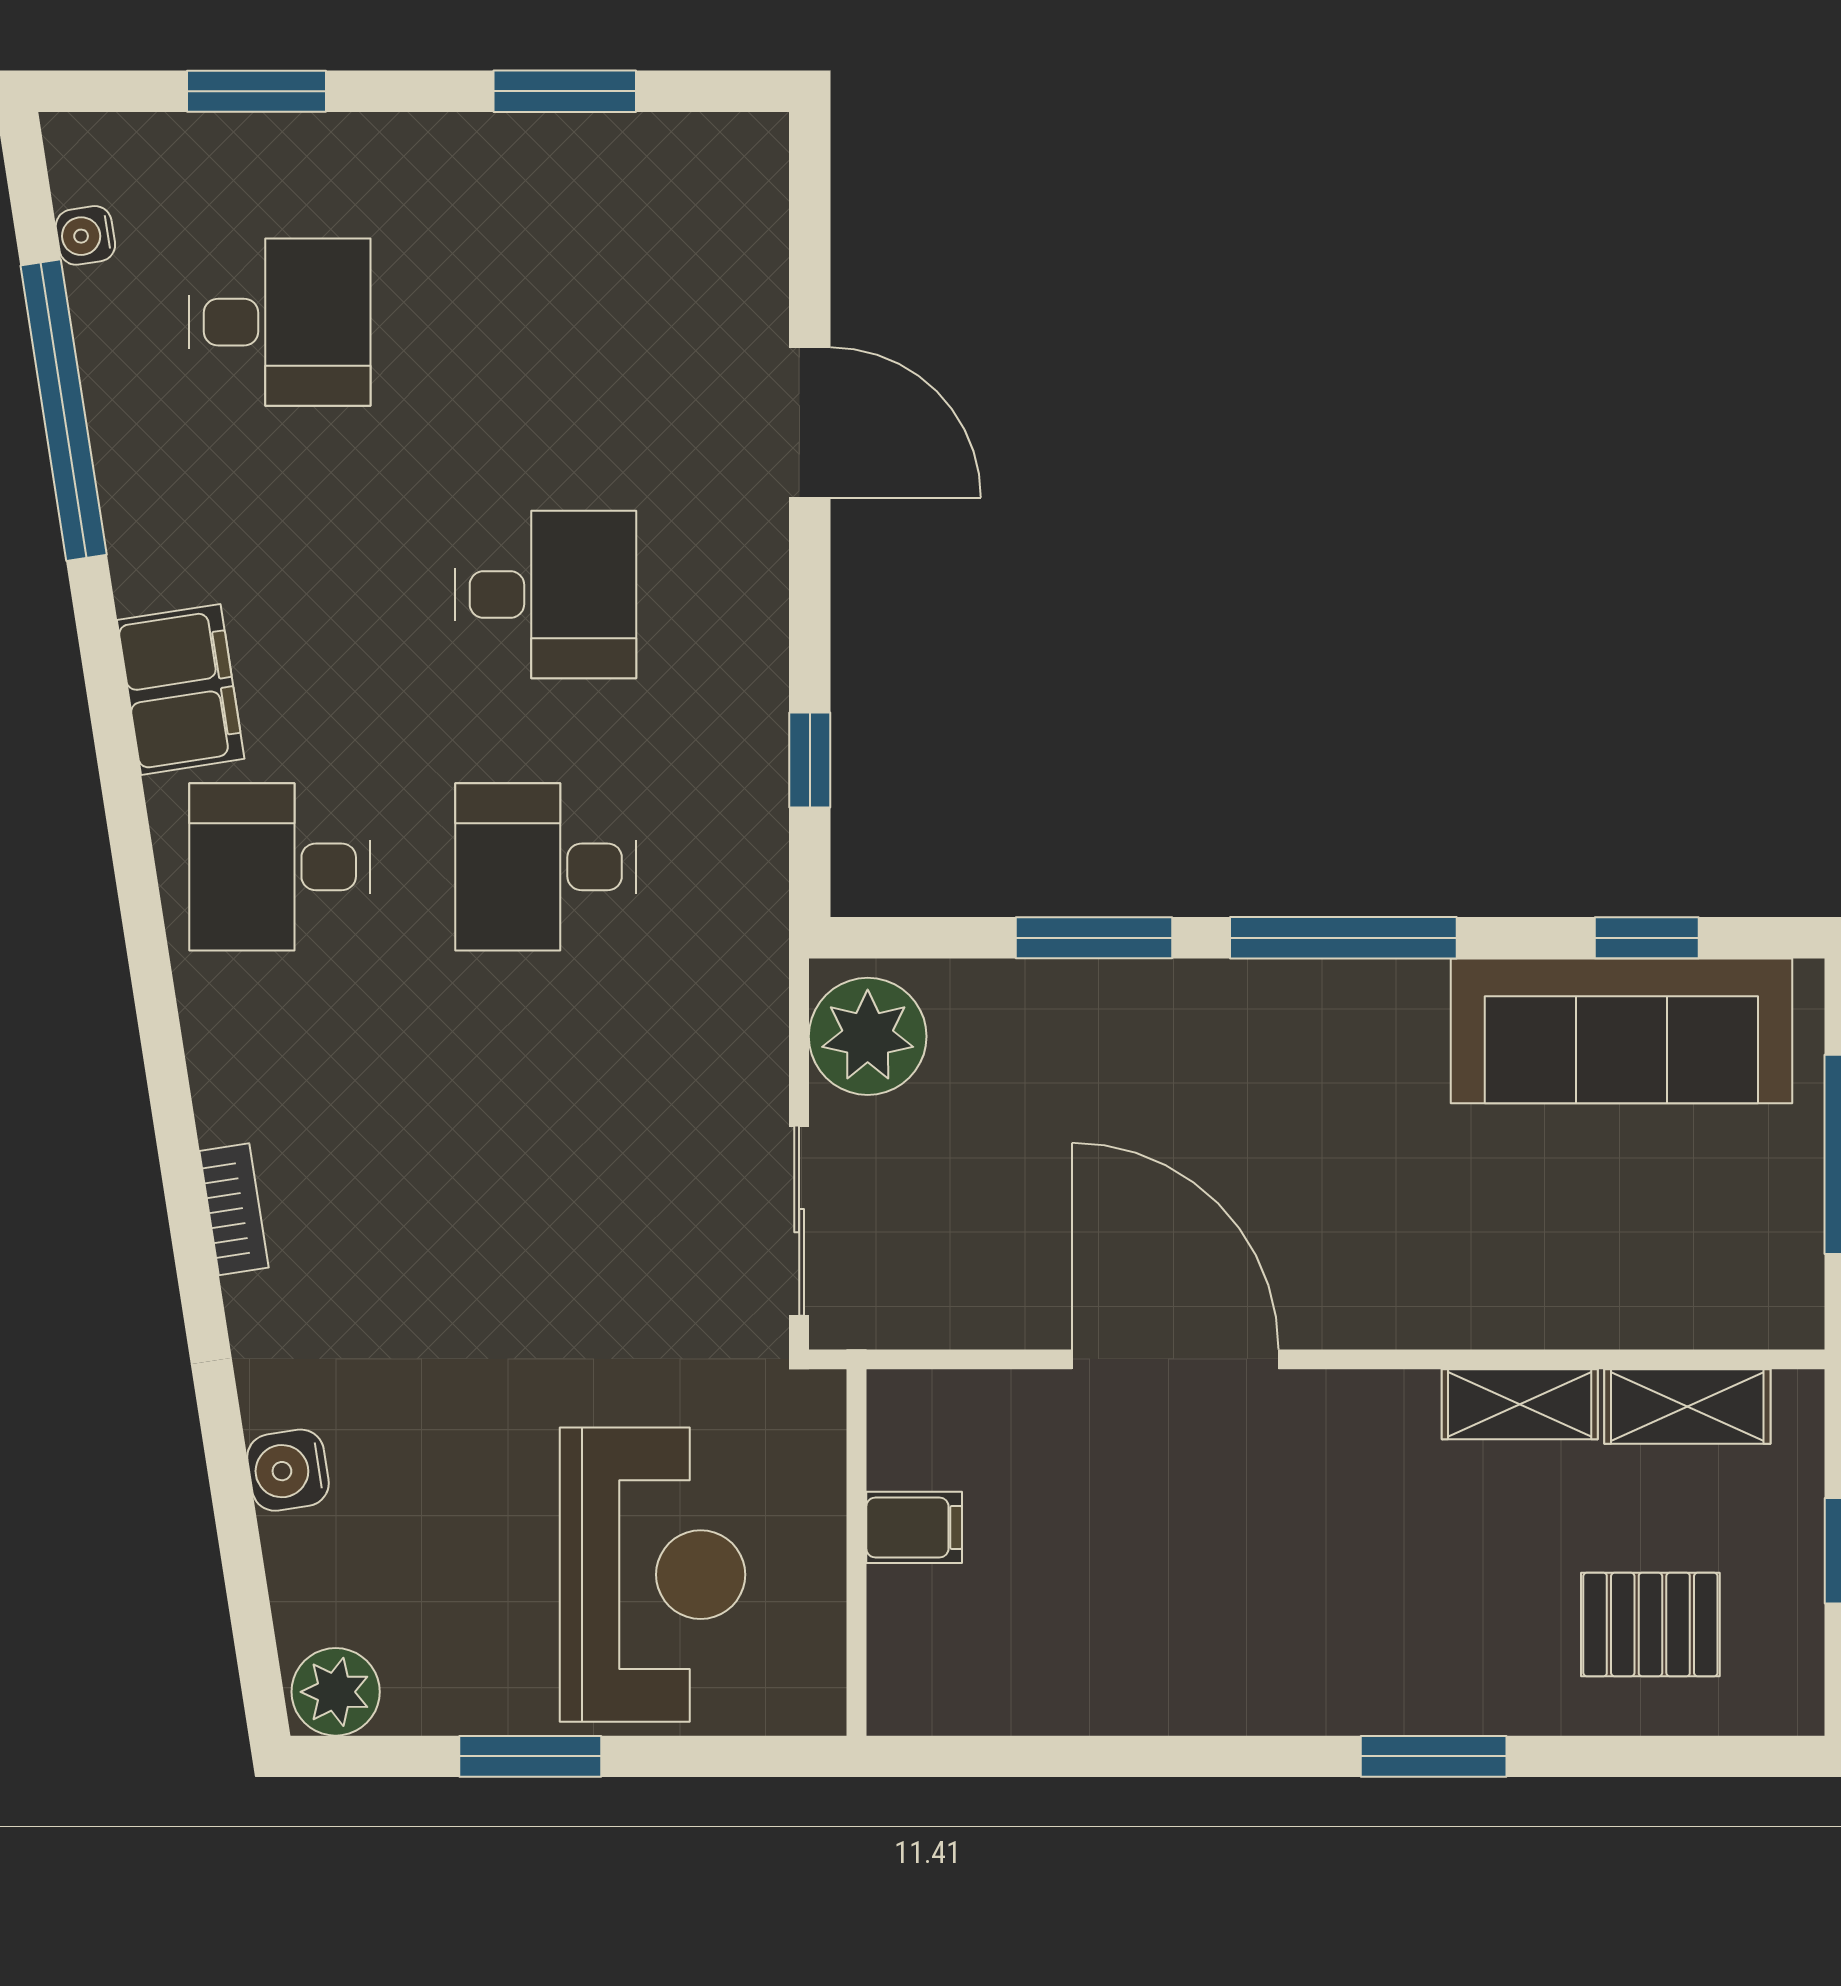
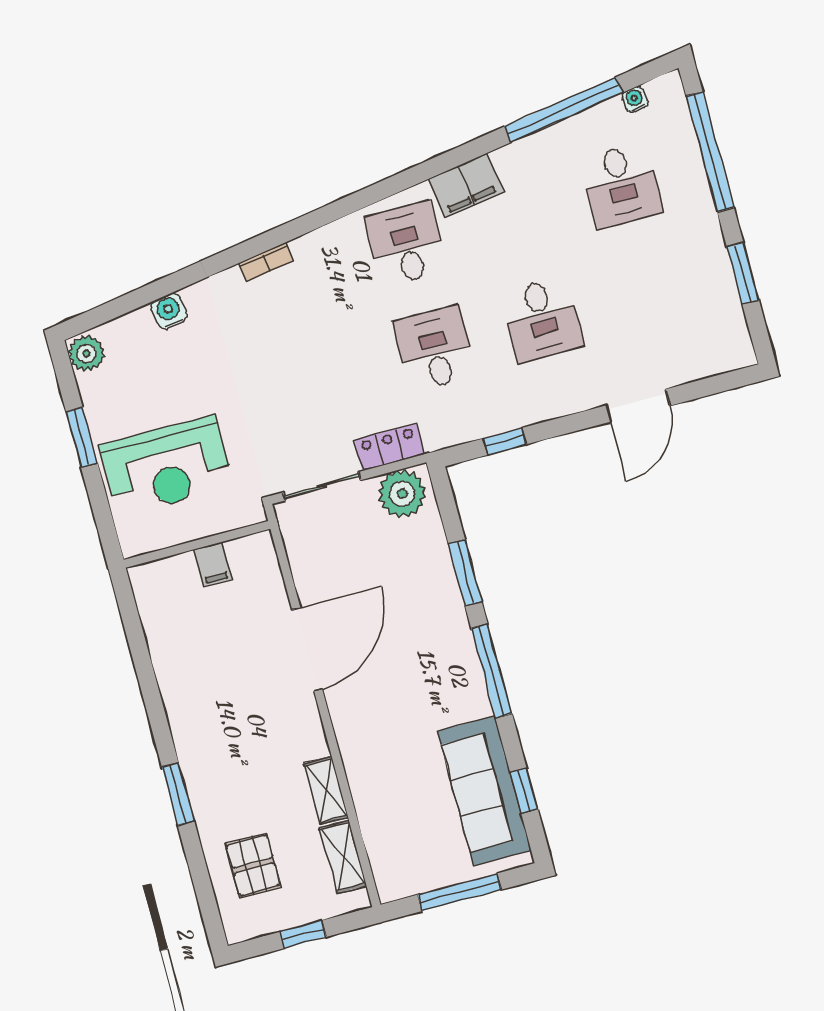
window: (257, 91) -> (710, 152), width x2.11
locker: (750, 1037) -> (389, 447), added

